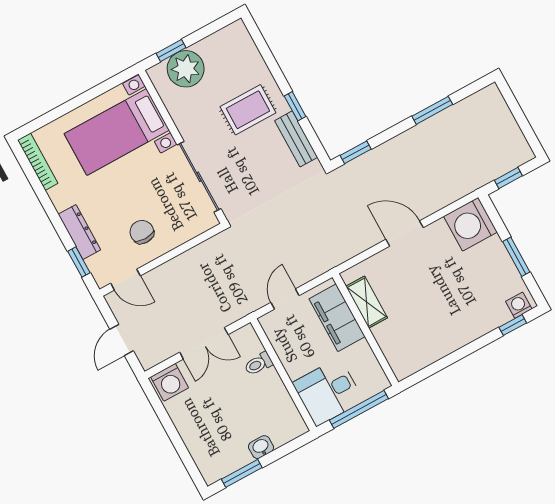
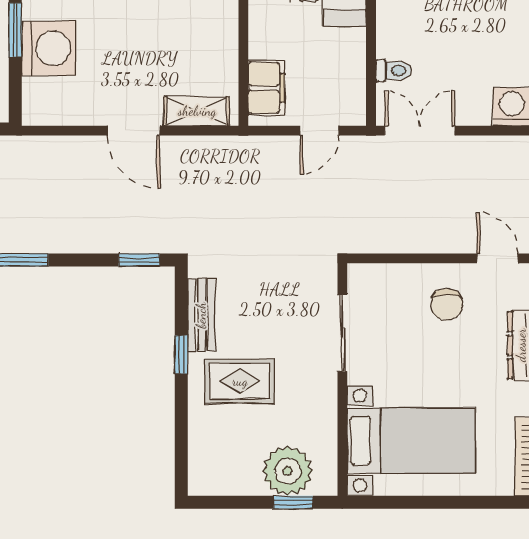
sliding door: (199, 177) -> (342, 333), width x0.73
washing machine: (470, 224) -> (49, 48), moved
shelving: (367, 302) -> (197, 111), moved, turned 90
filing cabinet: (337, 318) -> (266, 88), width x0.67, depth x0.86
double door: (204, 343) -> (420, 131), moved

